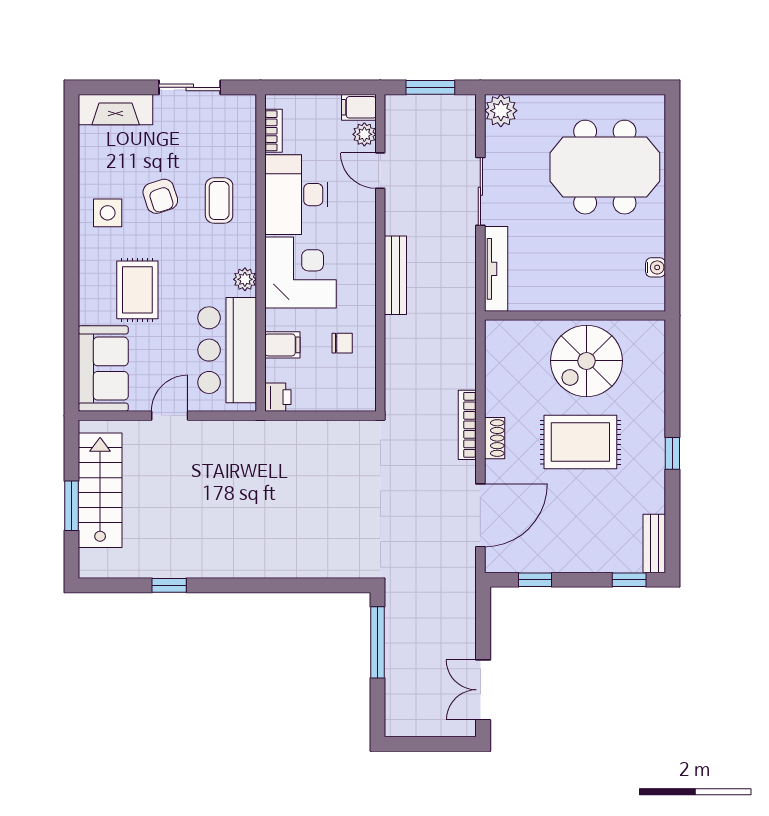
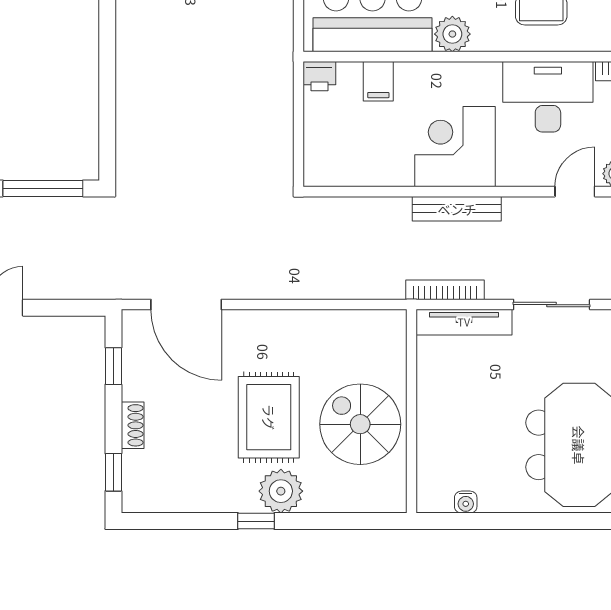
corner desk: (300, 272) -> (455, 147), moved, turned 180
plant: (245, 279) -> (452, 34), width x1.38, depth x1.38
chair: (342, 343) -> (380, 148), removed
bookcase: (467, 425) -> (445, 290), moved
plant: (646, 431) -> (281, 491), added
shoe rack: (495, 438) -> (133, 425), moved, turned -90
bench: (654, 544) -> (154, 501), removed

